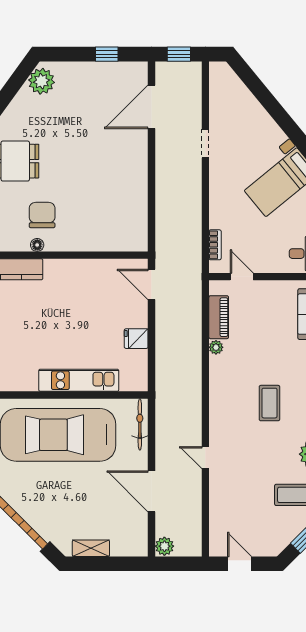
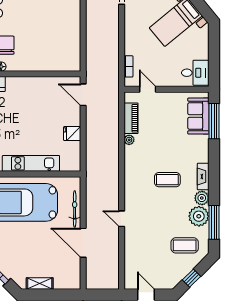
coffee table: (269, 403) -> (167, 180), turned 90
bicycle: (140, 424) -> (75, 209), moved
plant: (164, 546) -> (92, 282), removed

